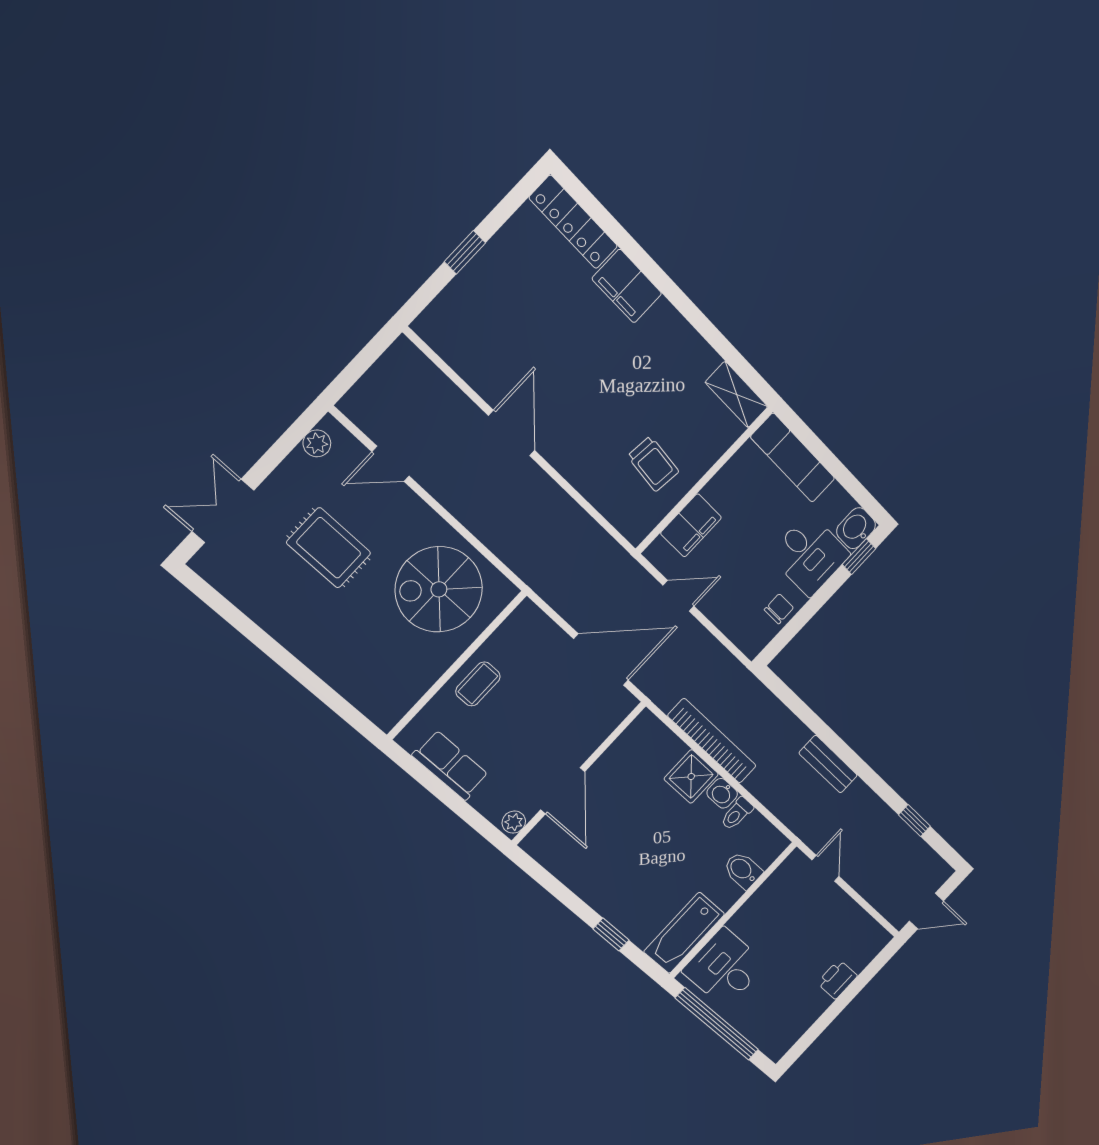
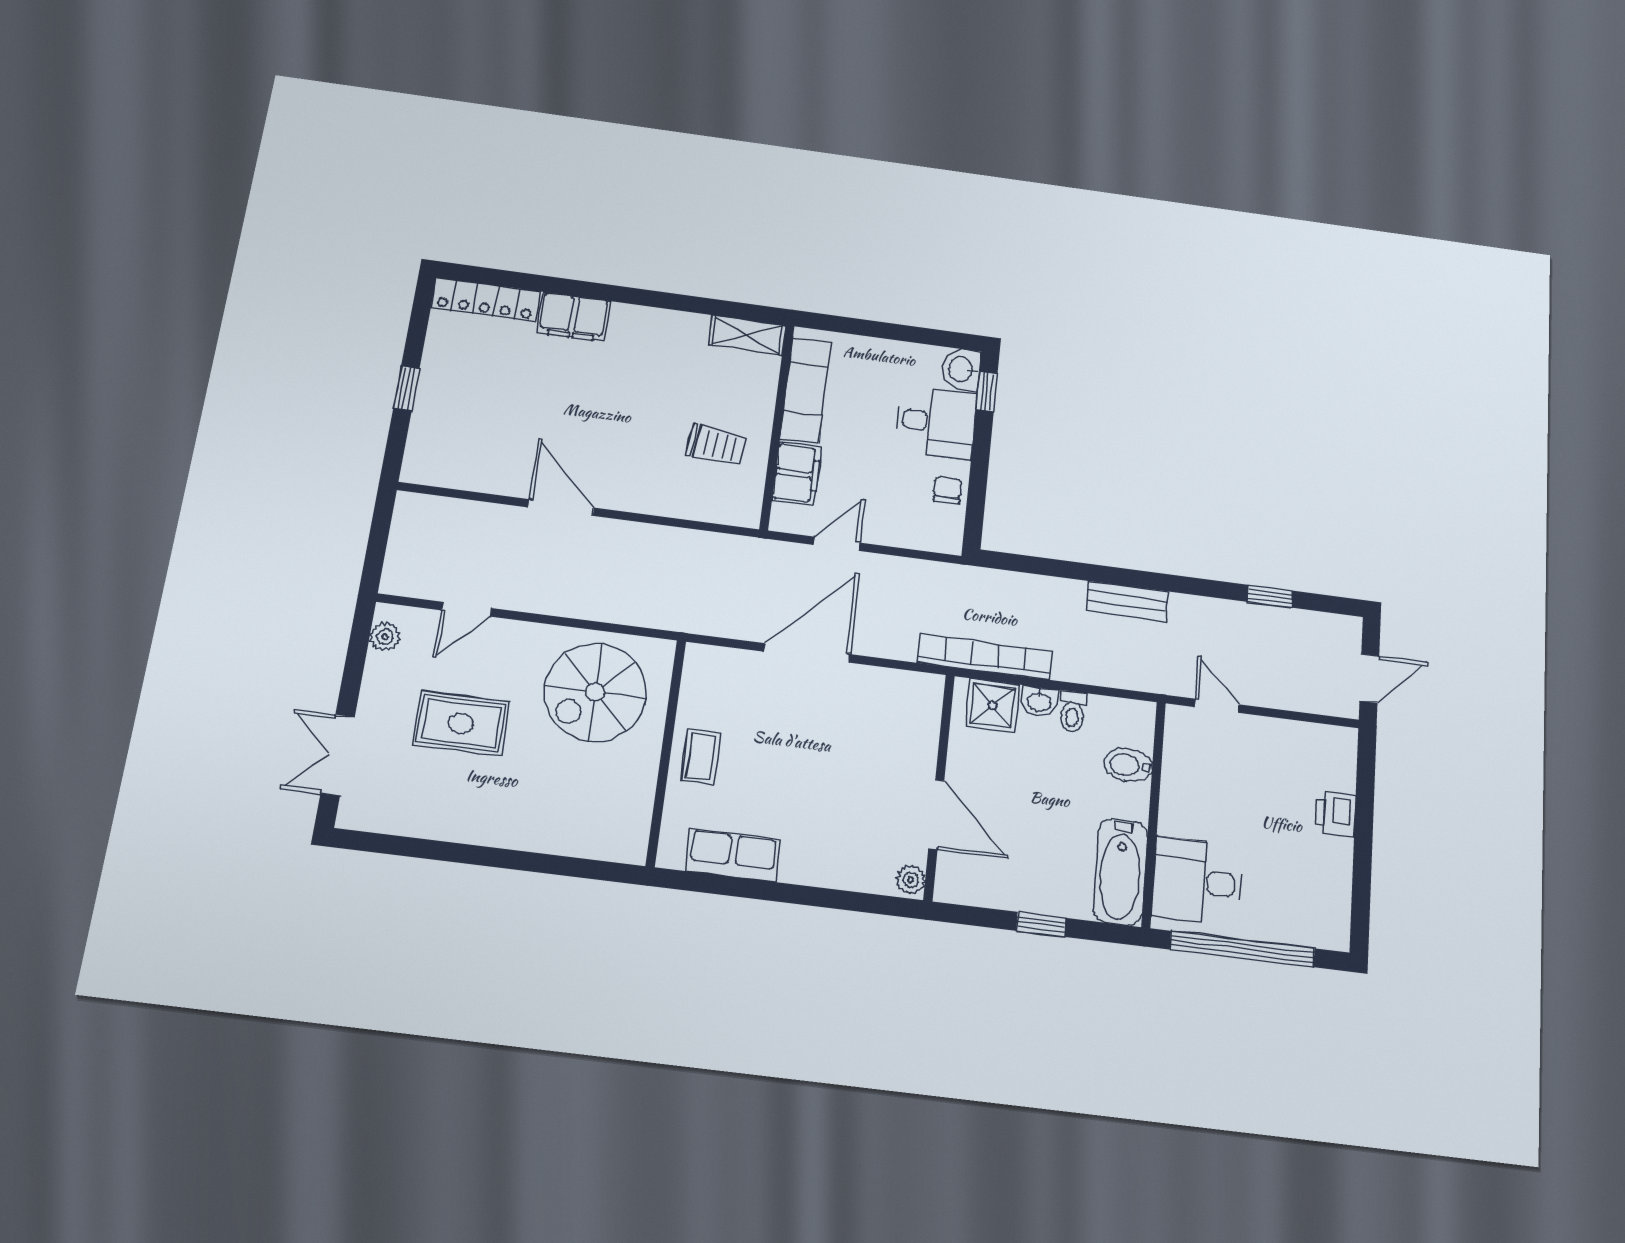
exam couch: (793, 458) -> (806, 390), moved, turned -90
wall: (579, 773) -> (939, 786), moved
door: (563, 791) -> (936, 815), moved
plant: (514, 822) -> (911, 880), moved

